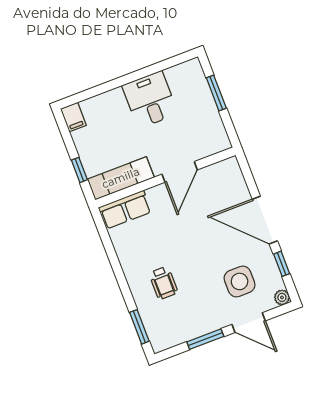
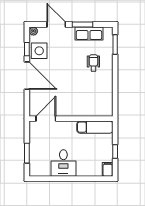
window: (79, 170) -> (115, 151), moved
door: (180, 172) -> (46, 119), moved
row of seats: (125, 210) -> (89, 33), moved, turned 180
side table: (240, 281) -> (39, 51), moved

